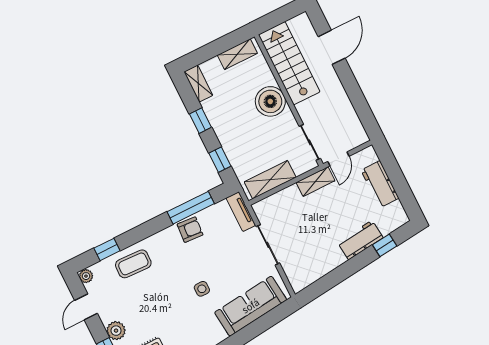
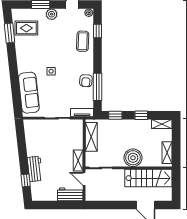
workbench: (380, 184) -> (70, 194), moved

